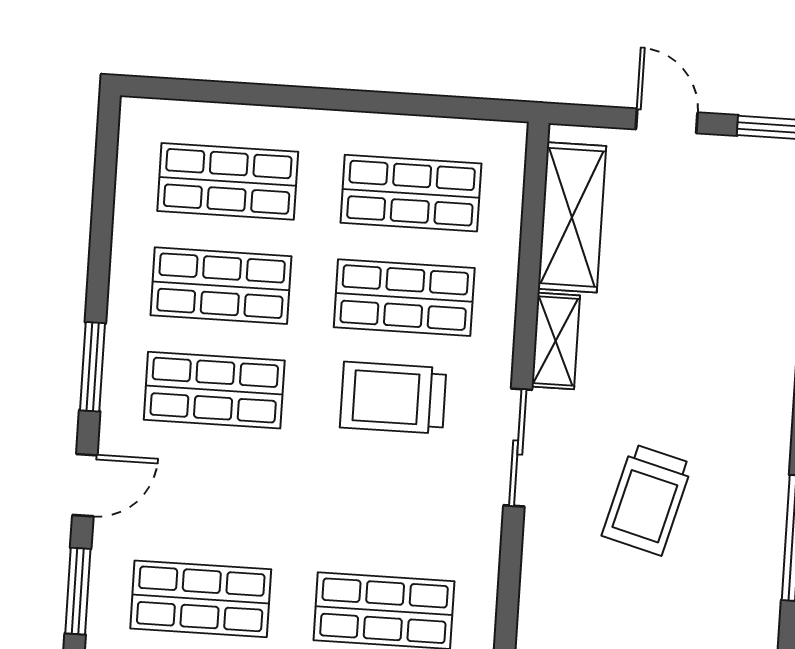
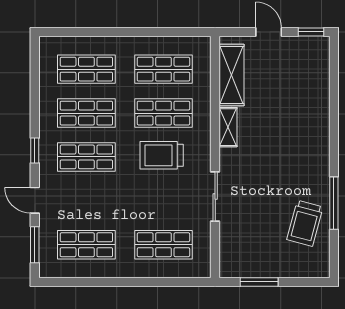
window: (92, 367) -> (35, 150), width x0.67
sliding door: (518, 448) -> (215, 197), moved
door: (85, 485) -> (35, 200), swing flipped
trolley: (647, 500) -> (305, 223), moved

